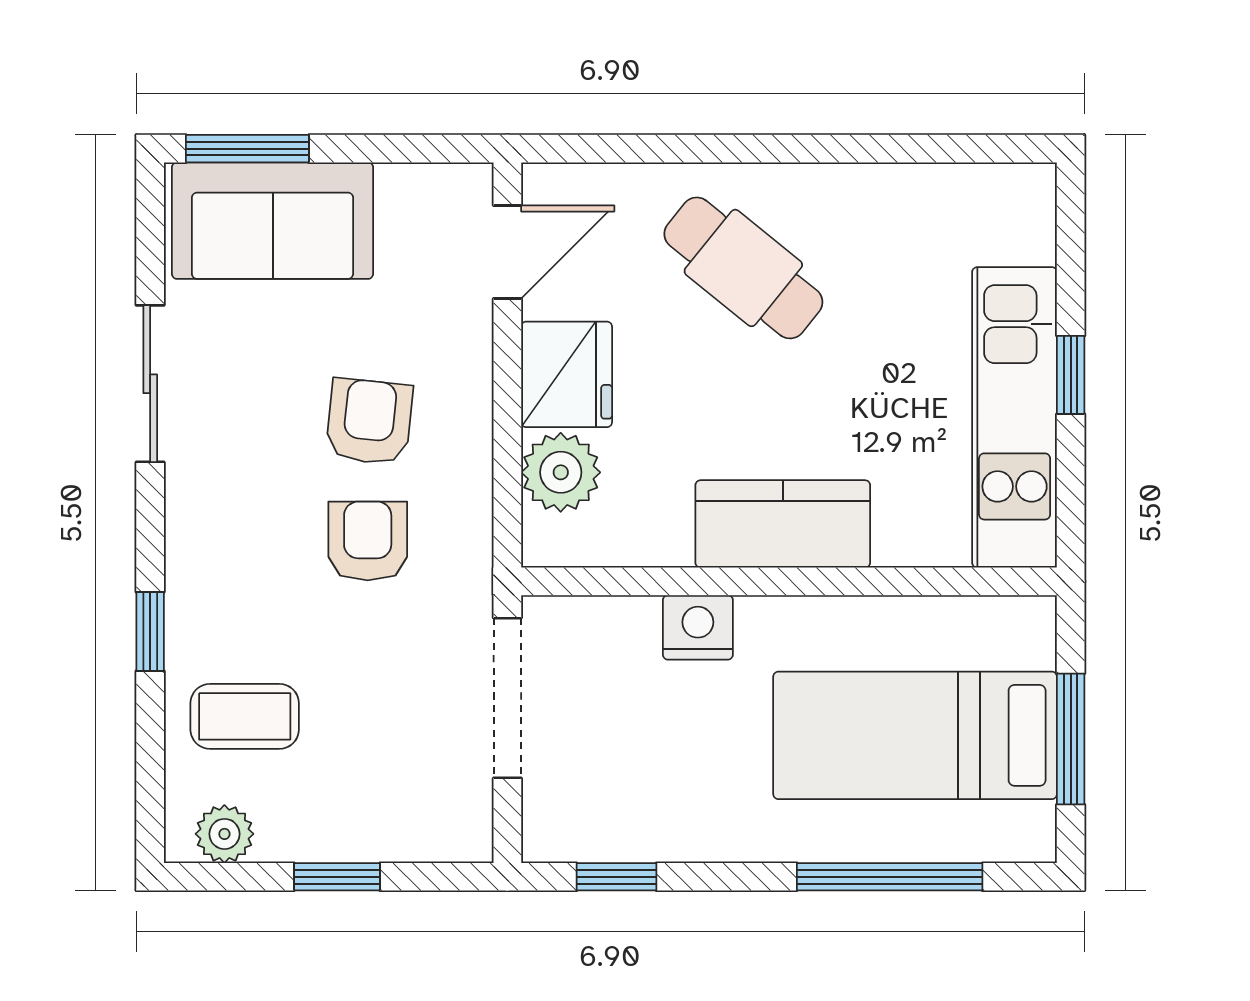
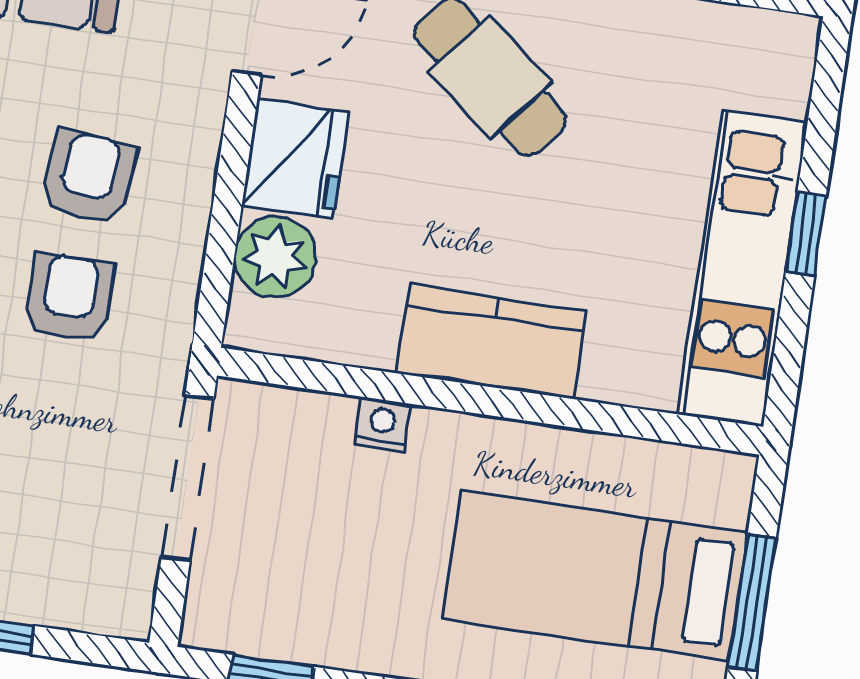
nightstand: (698, 627) -> (382, 424), width x0.72, depth x0.74

